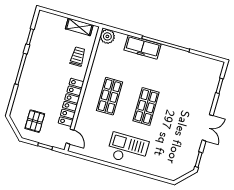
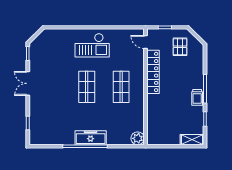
shelving: (79, 27) -> (192, 140), moved
freezer: (143, 47) -> (91, 138), moved
trolley: (78, 56) -> (197, 97), moved

